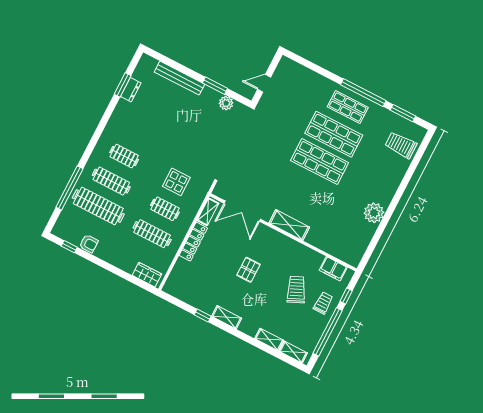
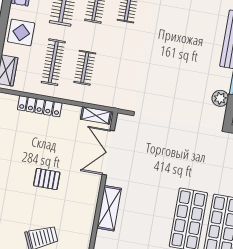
display table: (176, 182) -> (21, 32), moved
locker: (193, 242) -> (40, 106), moved

